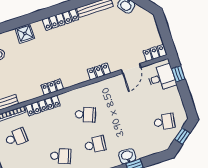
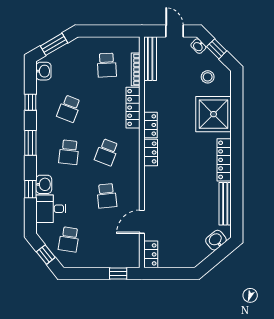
shower: (25, 33) -> (214, 114), width x1.86, depth x1.86
door: (131, 69) -> (142, 222), hinge flipped
locker: (99, 71) -> (151, 152), moved
desk: (162, 78) -> (51, 209), moved, turned 90
school desk: (120, 103) -> (107, 196), added

